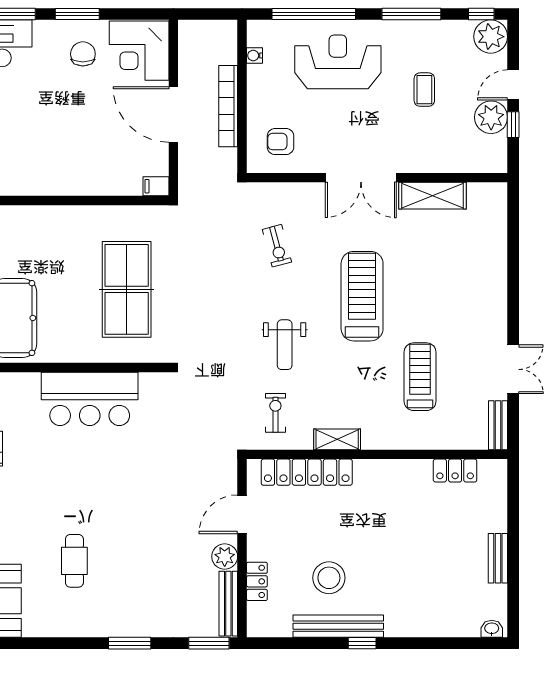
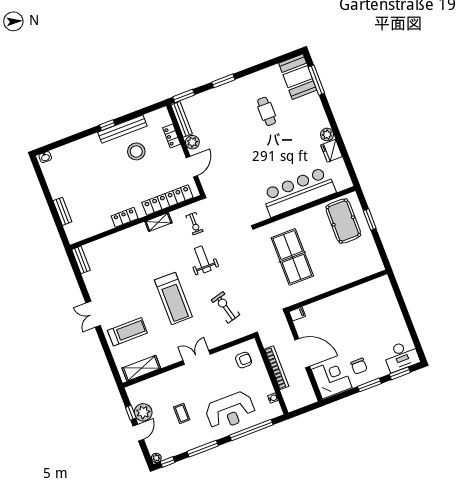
plant: (491, 37) -> (156, 458), width x0.53, depth x0.53
double door: (361, 178) -> (197, 357), width x0.73
shelving: (432, 196) -> (141, 368), moved
exercise bike: (277, 246) -> (226, 307), width x1.38, depth x1.39
double door: (513, 369) -> (93, 314), moved
treadmill: (420, 377) -> (127, 332), moved, turned -90
bar counter: (90, 399) -> (299, 192), width x1.36
locker: (455, 471) -> (125, 217), moved
bench: (498, 558) -> (62, 211), moved

